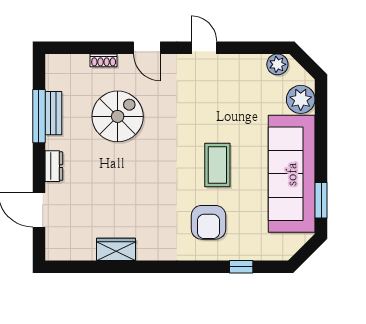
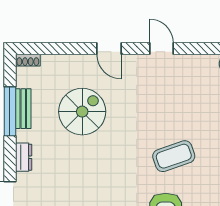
shoe rack: (104, 60) -> (28, 60), moved
coffee table: (217, 165) -> (174, 156), turned 71

